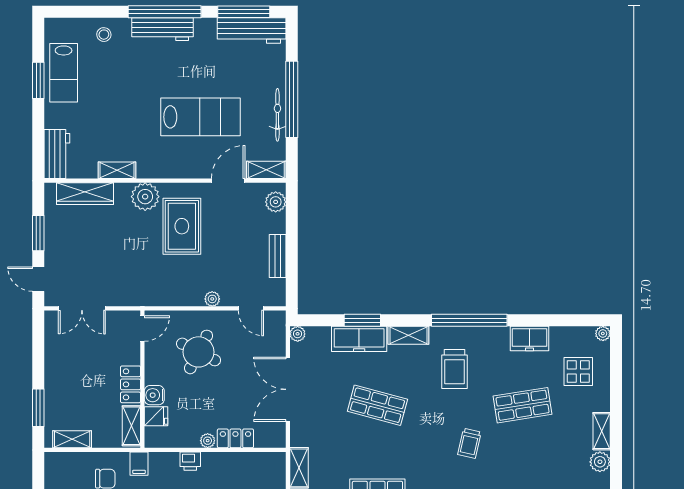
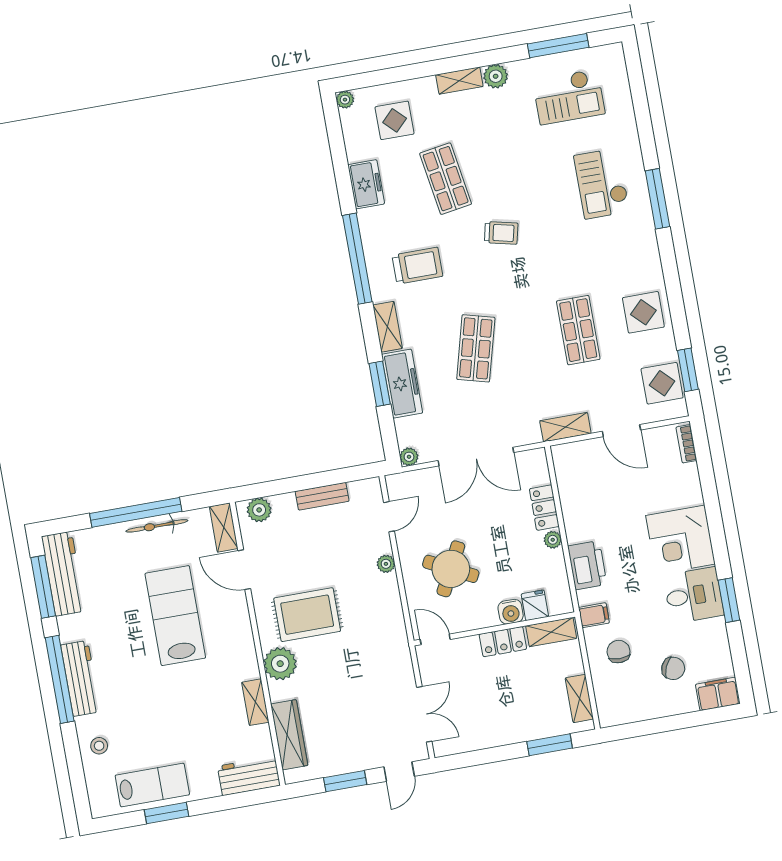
printer: (190, 461) -> (587, 565), width x1.87, depth x1.48

